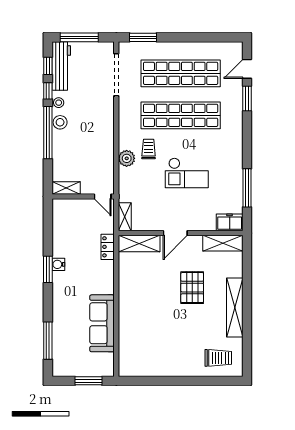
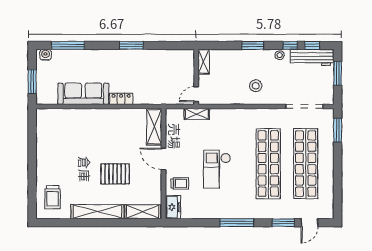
window: (79, 37) -> (338, 73), width x0.69
door: (247, 69) -> (310, 223), swing flipped
stool: (60, 122) -> (256, 86), moved
window: (48, 133) -> (253, 45), width x0.47
trolley: (149, 149) -> (180, 184), moved
plant: (127, 158) -> (230, 116), removed
window: (247, 188) -> (237, 223), moved
shelving: (125, 217) -> (197, 114), moved
shelving: (223, 243) -> (143, 212), moved, turned 90
locker: (108, 247) -> (121, 99), moved
water cooler: (58, 264) -> (45, 55), moved

